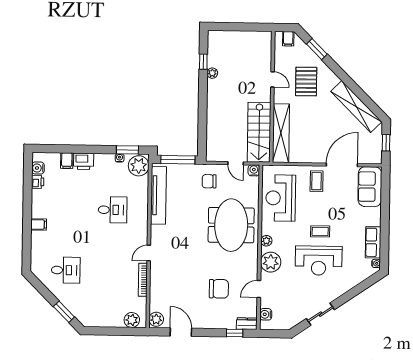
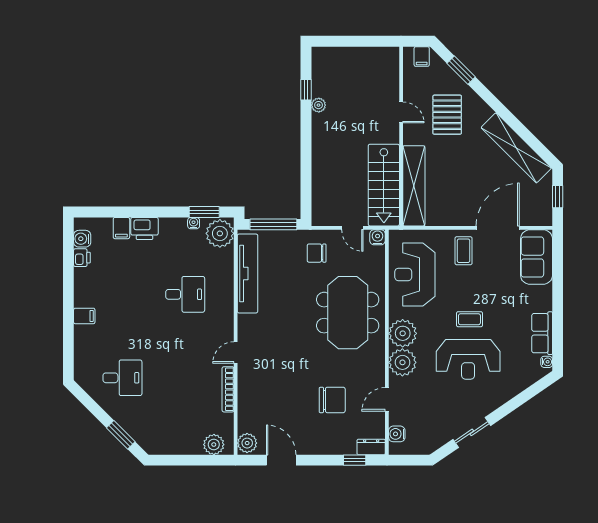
plant: (266, 241) -> (403, 333), width x1.87, depth x1.87

